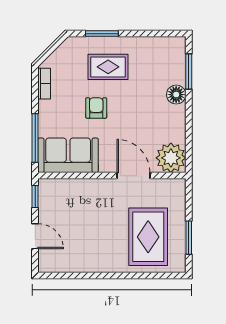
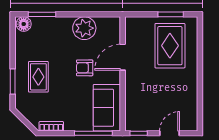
floor lamp: (176, 95) -> (24, 24), moved
armchair: (96, 108) -> (85, 68), moved
plant: (171, 158) -> (84, 28), moved
rug: (148, 237) -> (170, 46), turned 90

